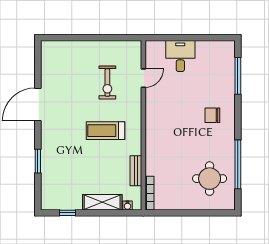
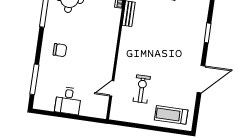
desk: (180, 56) -> (68, 101), moved
treadmill: (106, 131) -> (171, 115), moved, turned 180

